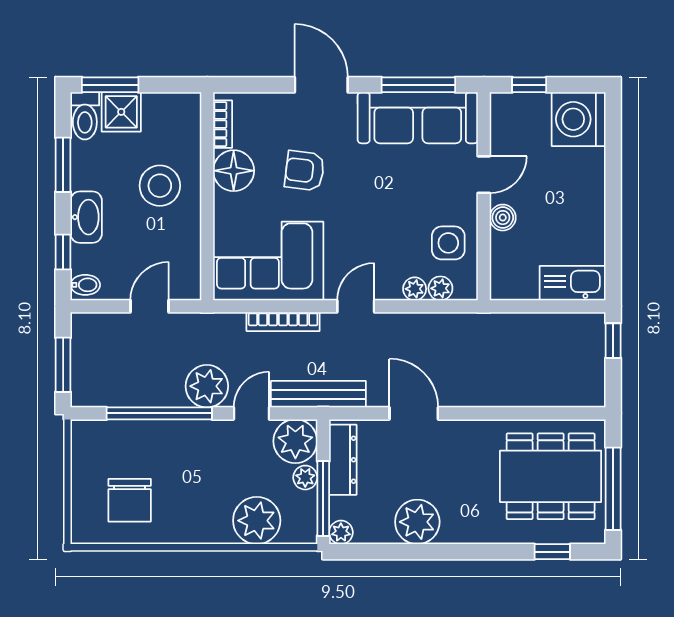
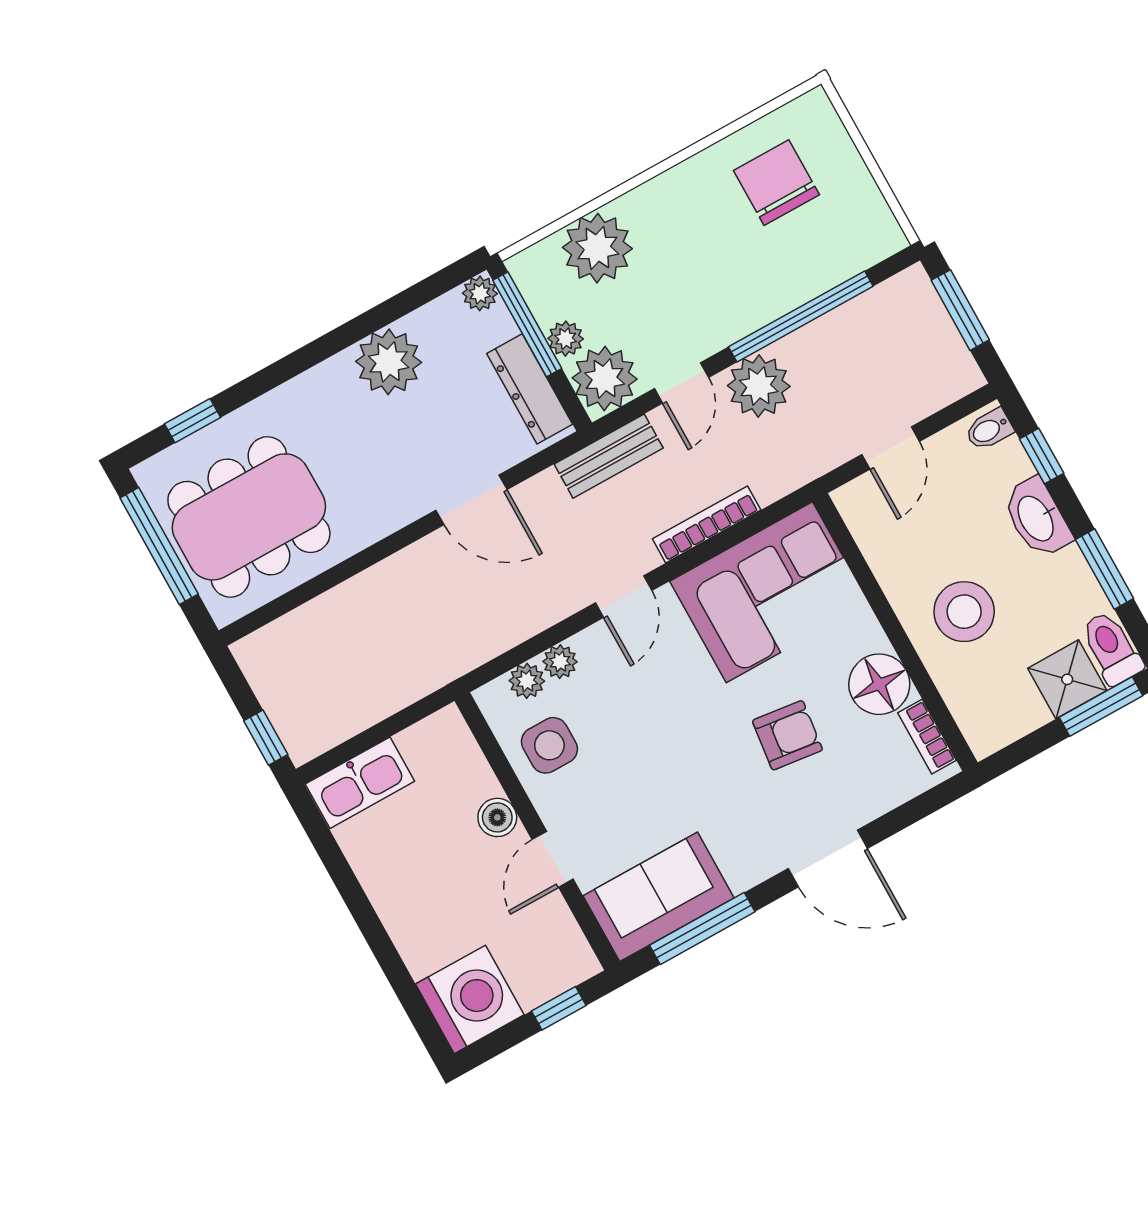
sofa: (418, 118) -> (659, 897), width x0.73
bench: (318, 394) -> (609, 456), width x0.73

